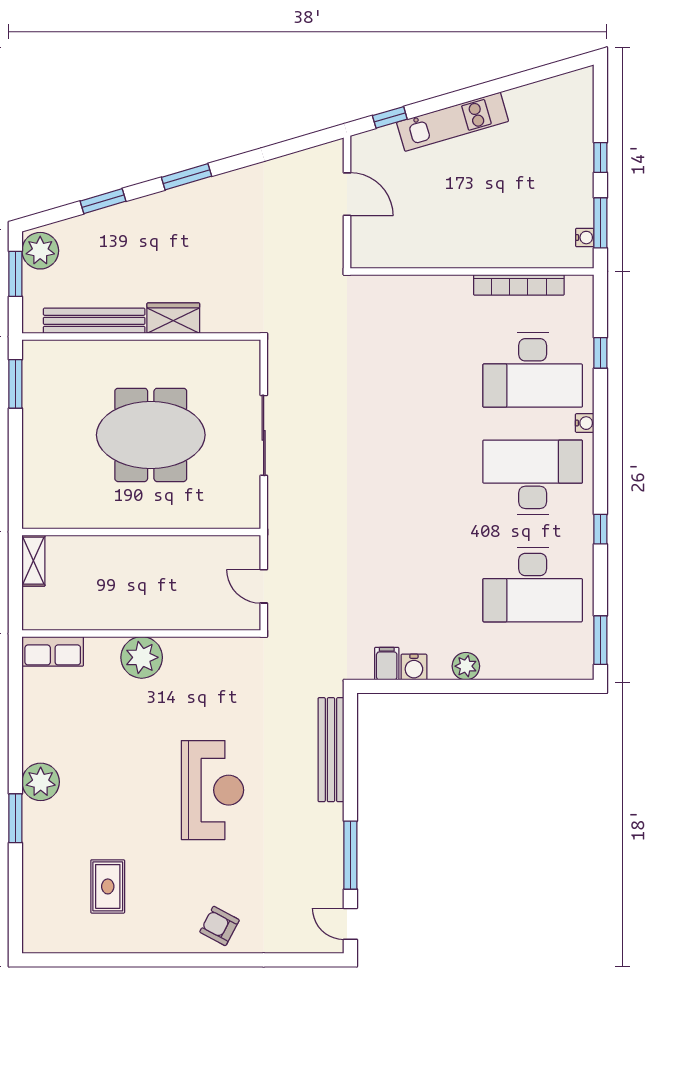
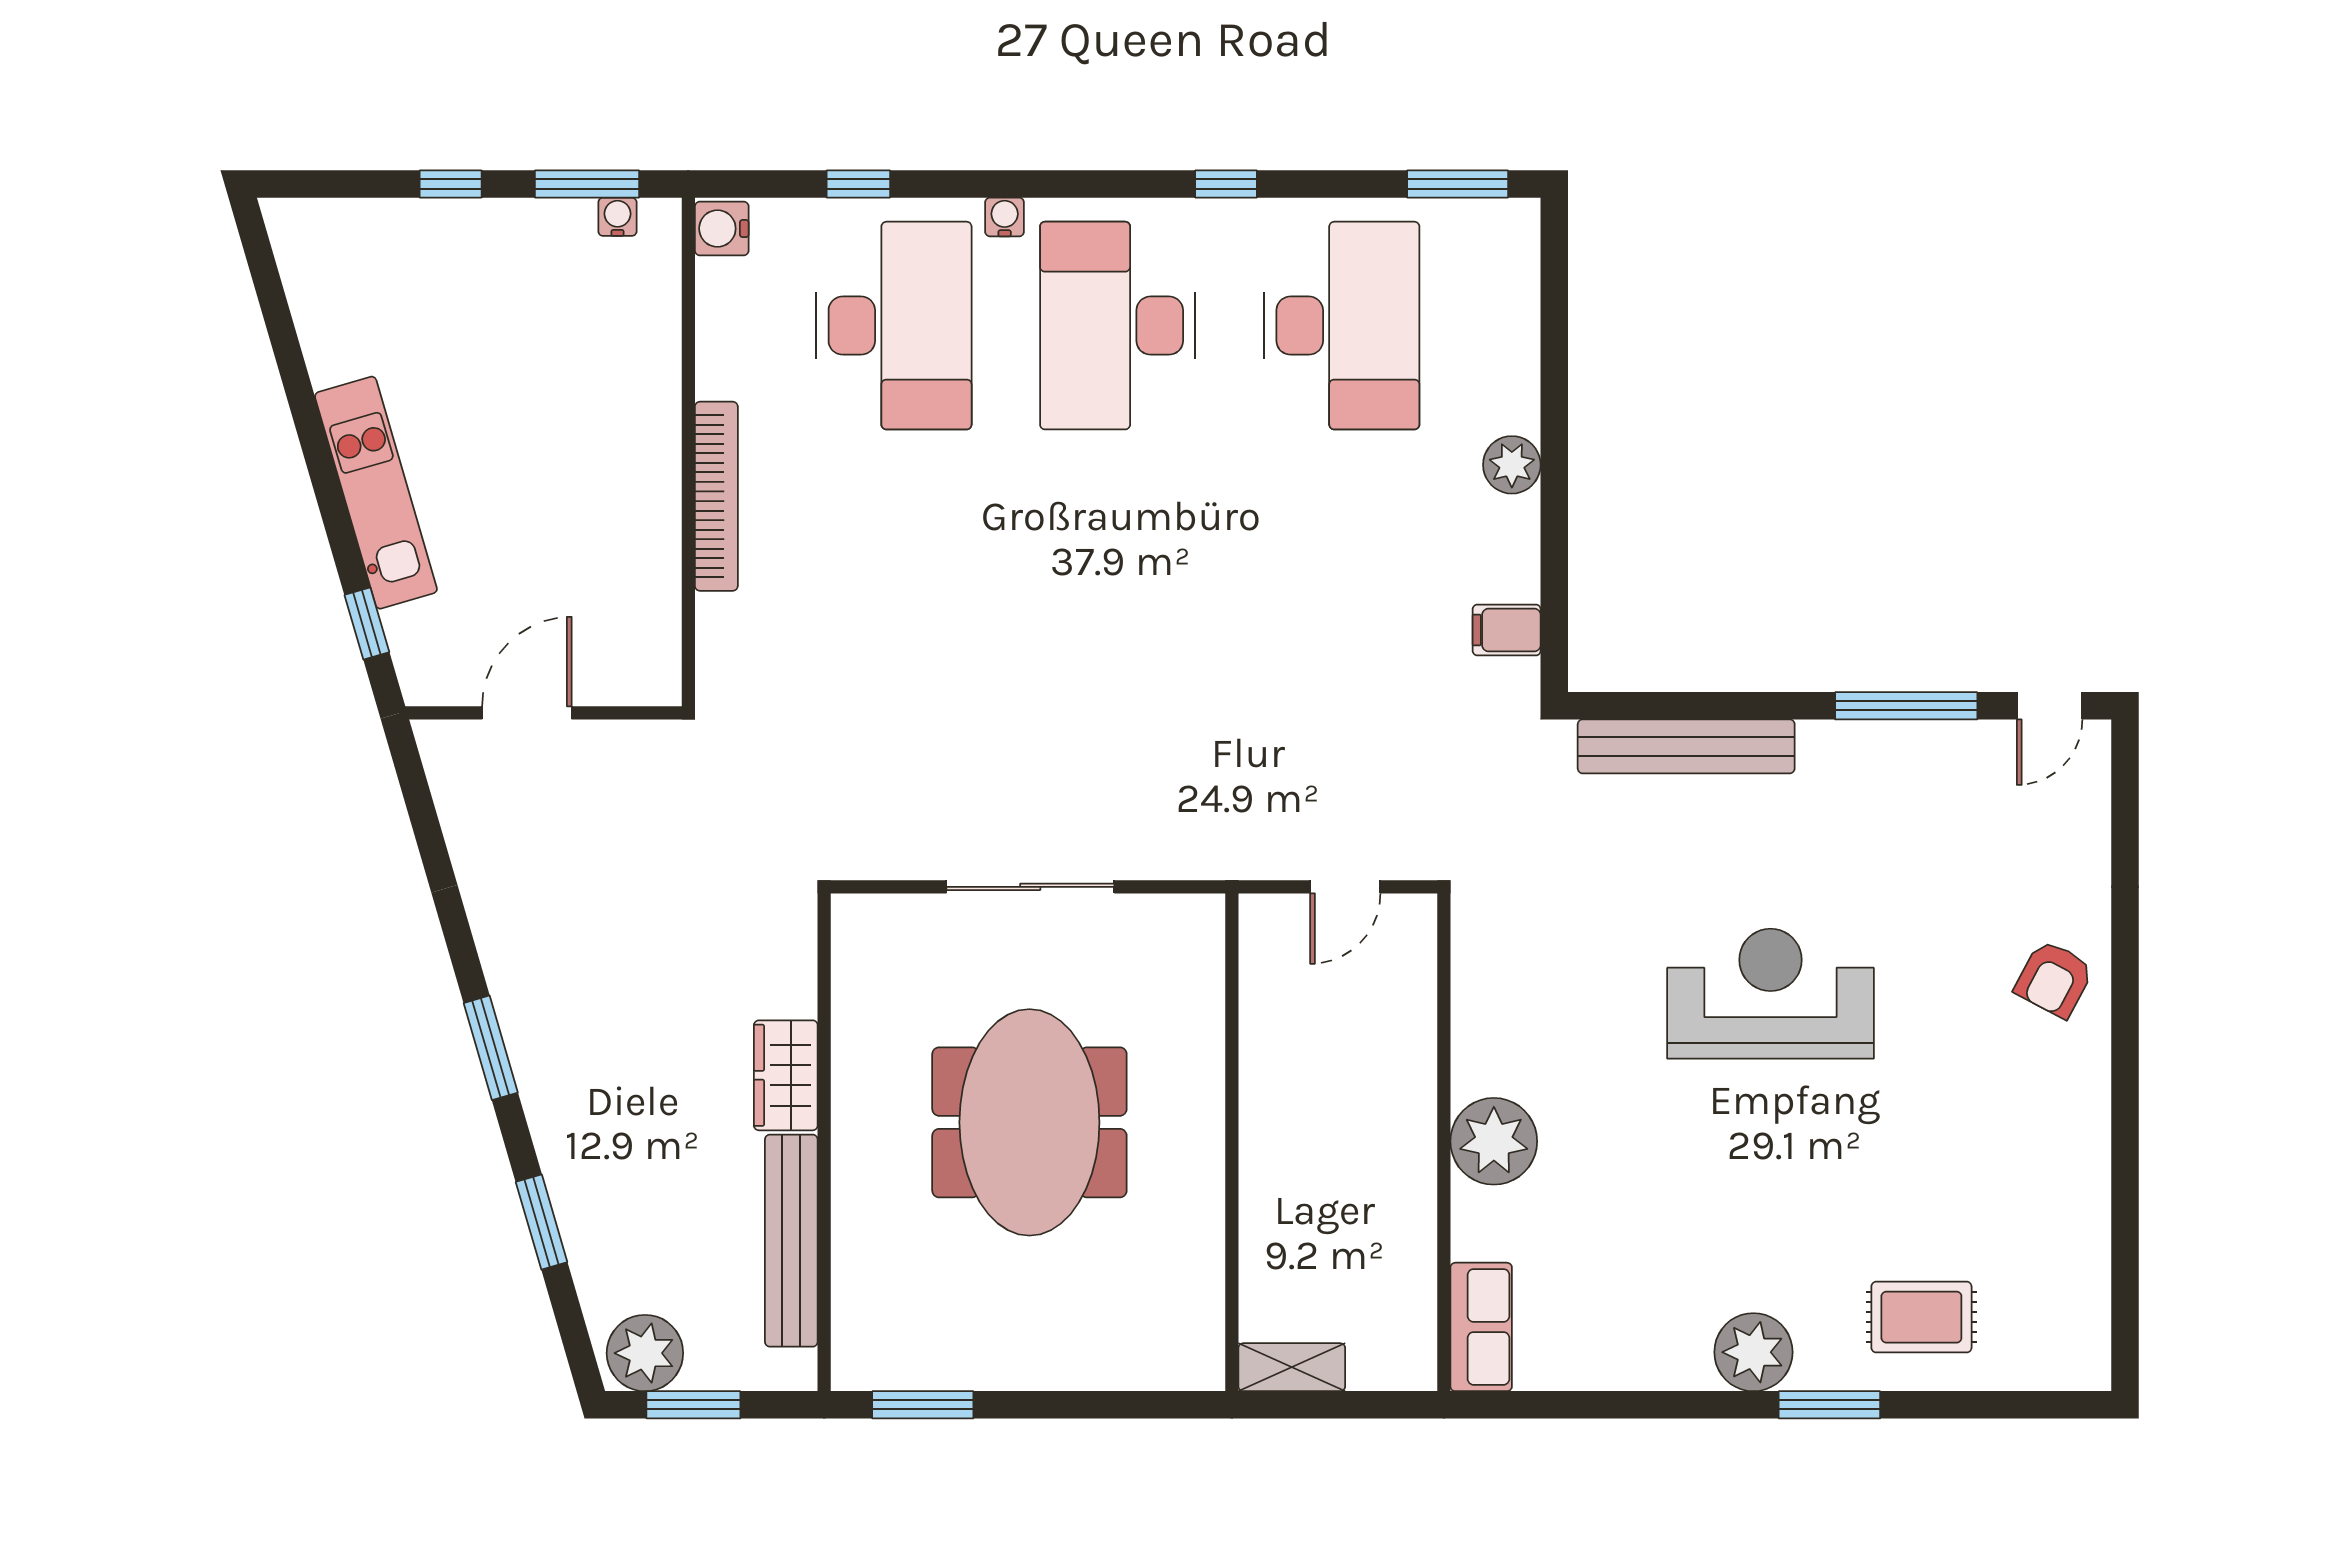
bookcase: (519, 285) -> (716, 496), moved
water cooler: (414, 667) -> (722, 229), moved, turned 180
rug: (108, 886) -> (1921, 1317), moved

